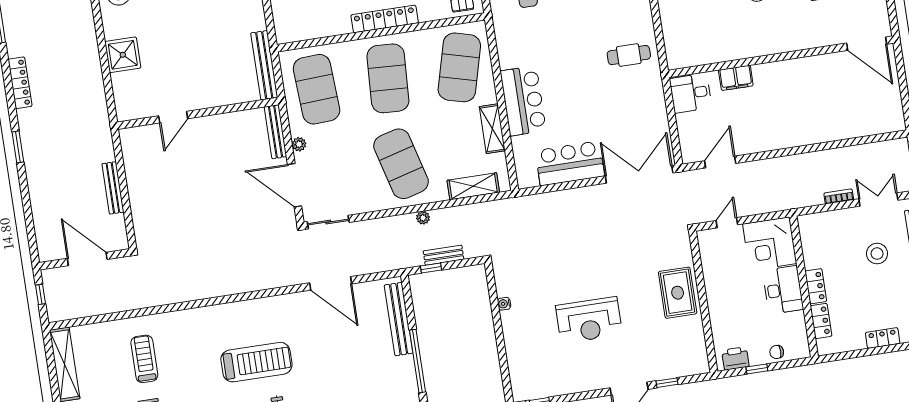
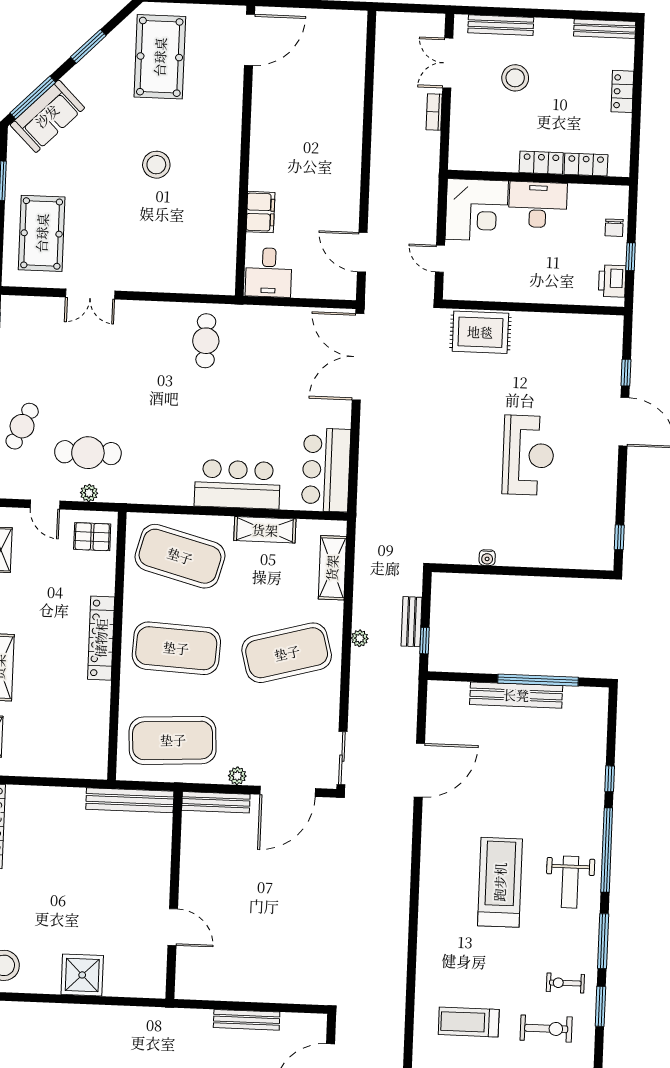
bar counter: (570, 163) -> (326, 470), moved
rug: (678, 293) -> (480, 332), moved
bench: (399, 319) -> (516, 695), moved

